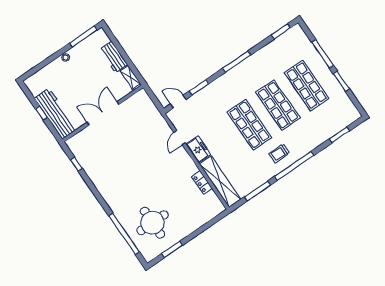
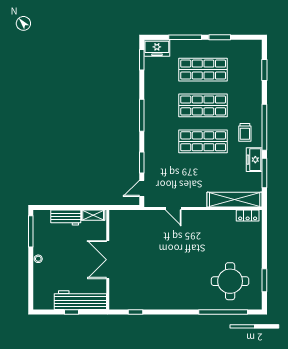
freezer: (298, 37) -> (157, 48), added
freezer: (198, 149) -> (254, 160), moved, turned -90
locker: (202, 183) -> (248, 216), moved

